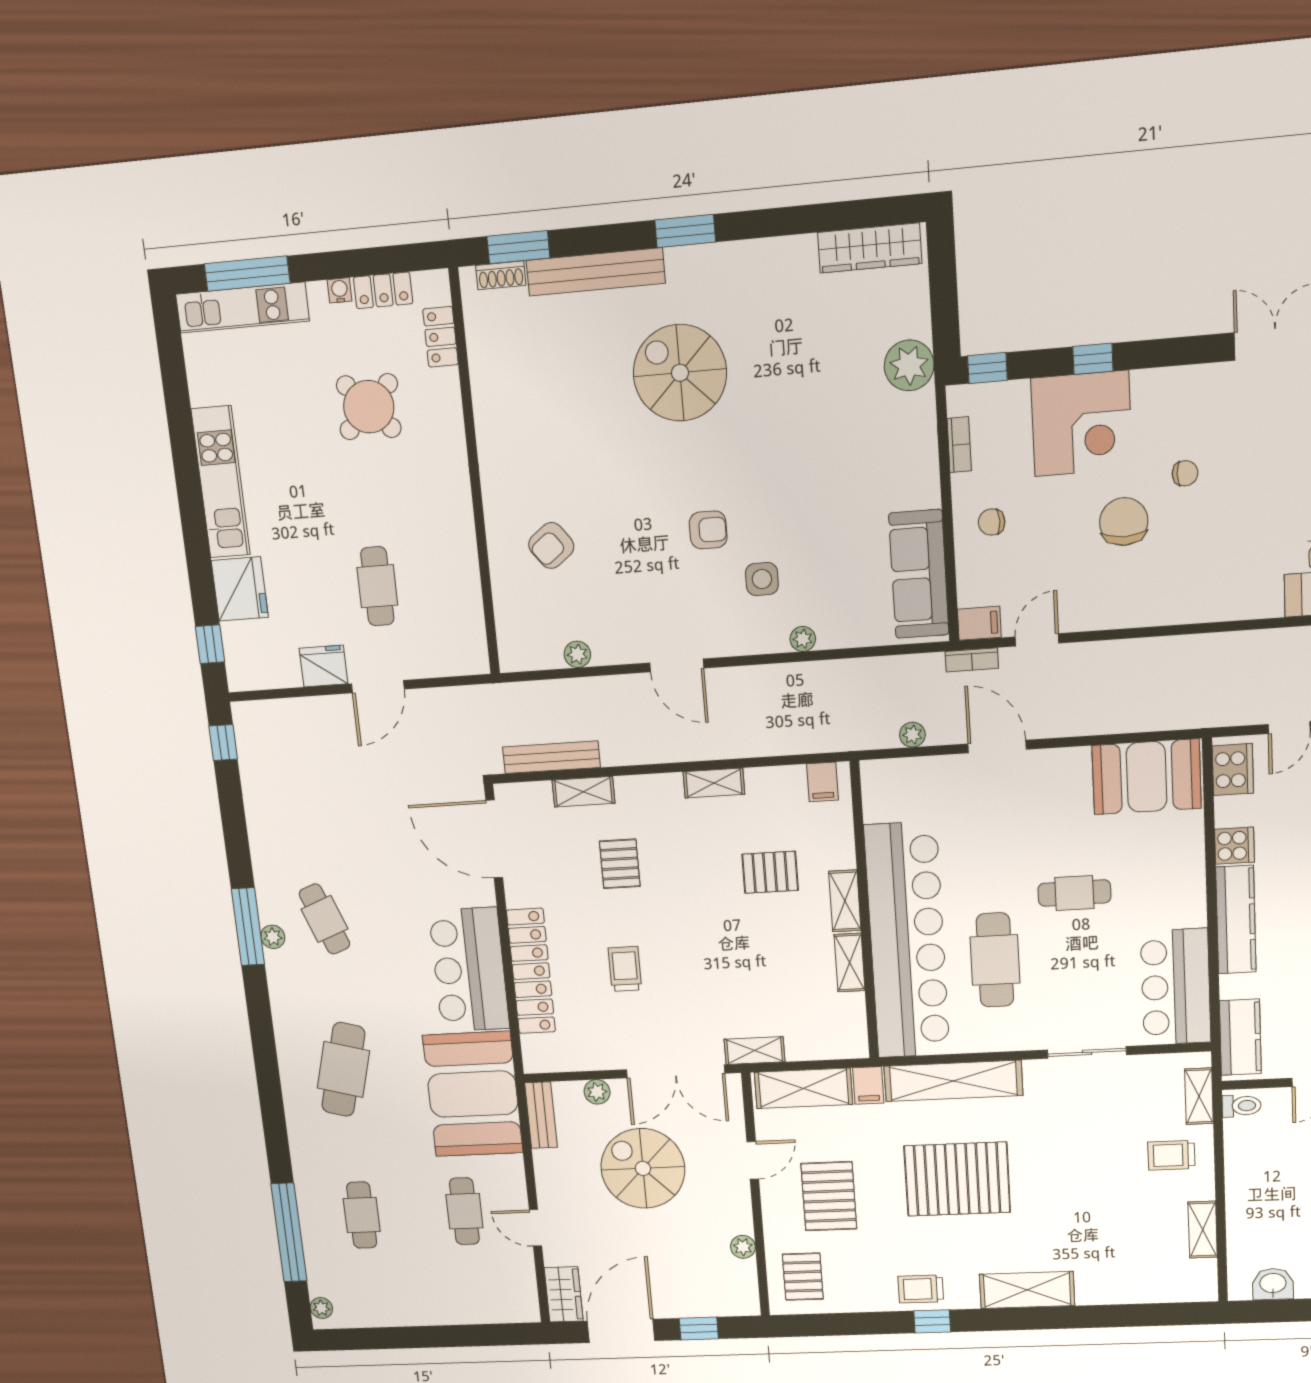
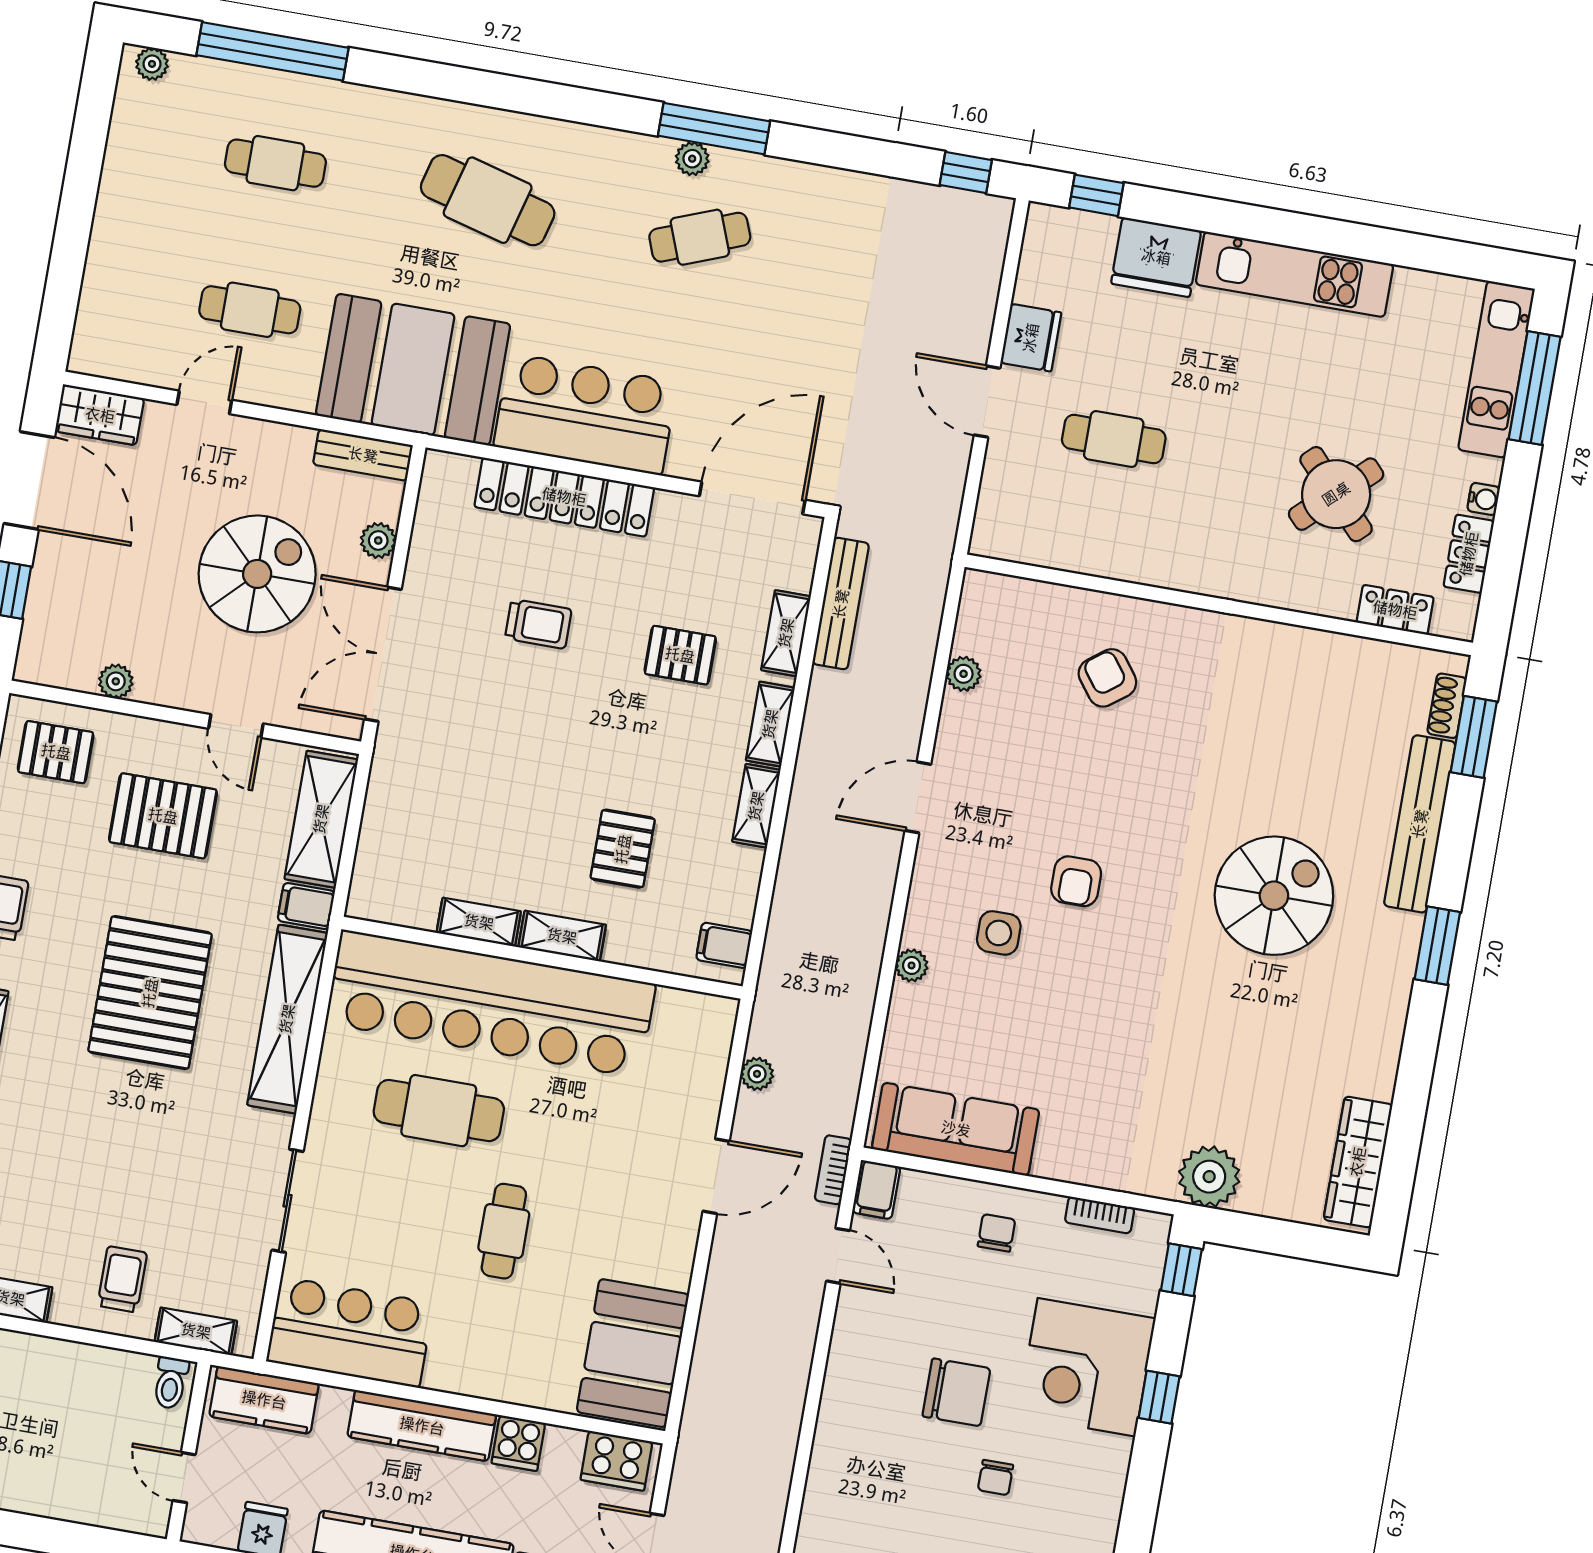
shelving: (755, 1051) -> (770, 724), moved

